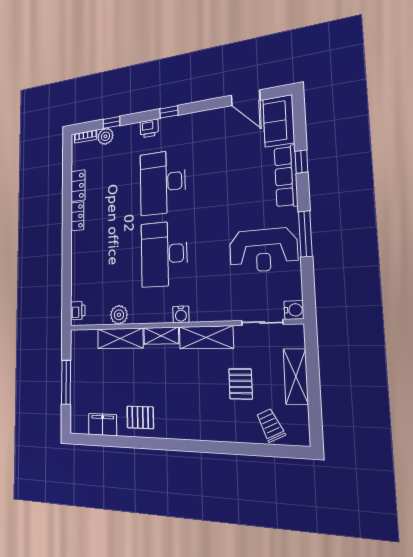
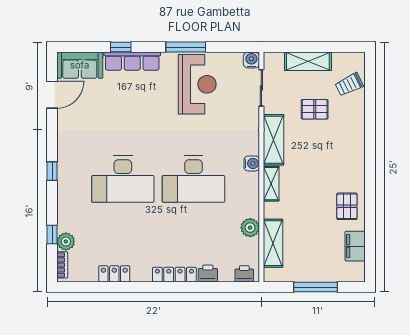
printer: (149, 128) -> (208, 274), moved, turned -90
locker: (77, 216) -> (174, 275), moved, width x1.53
shelving: (120, 338) -> (273, 243), moved

